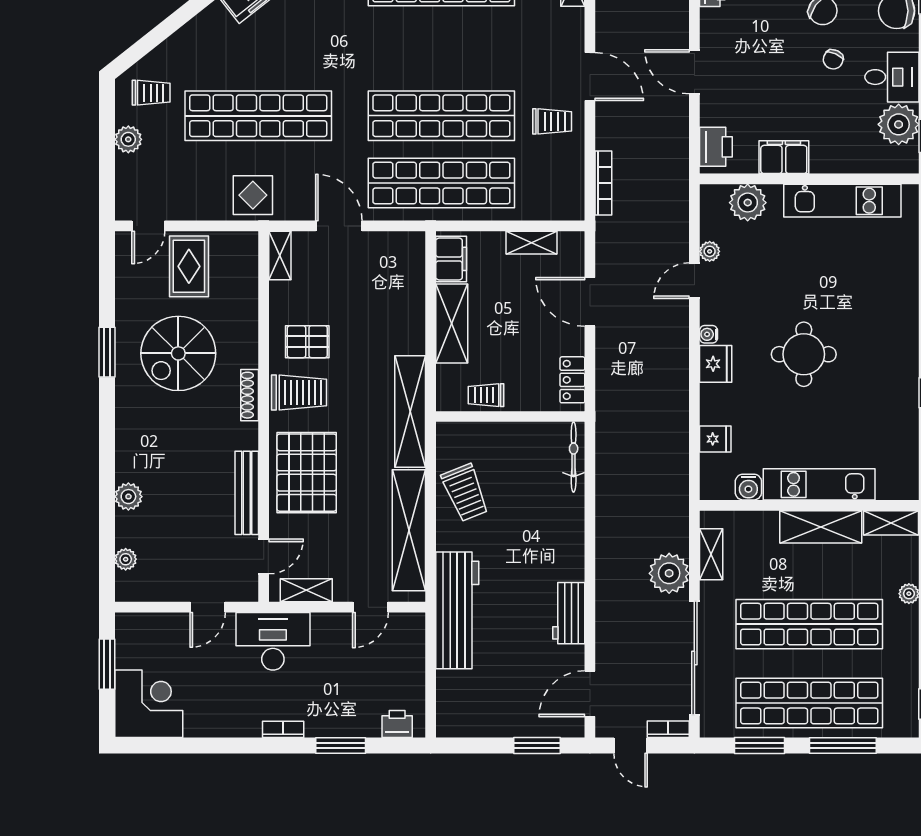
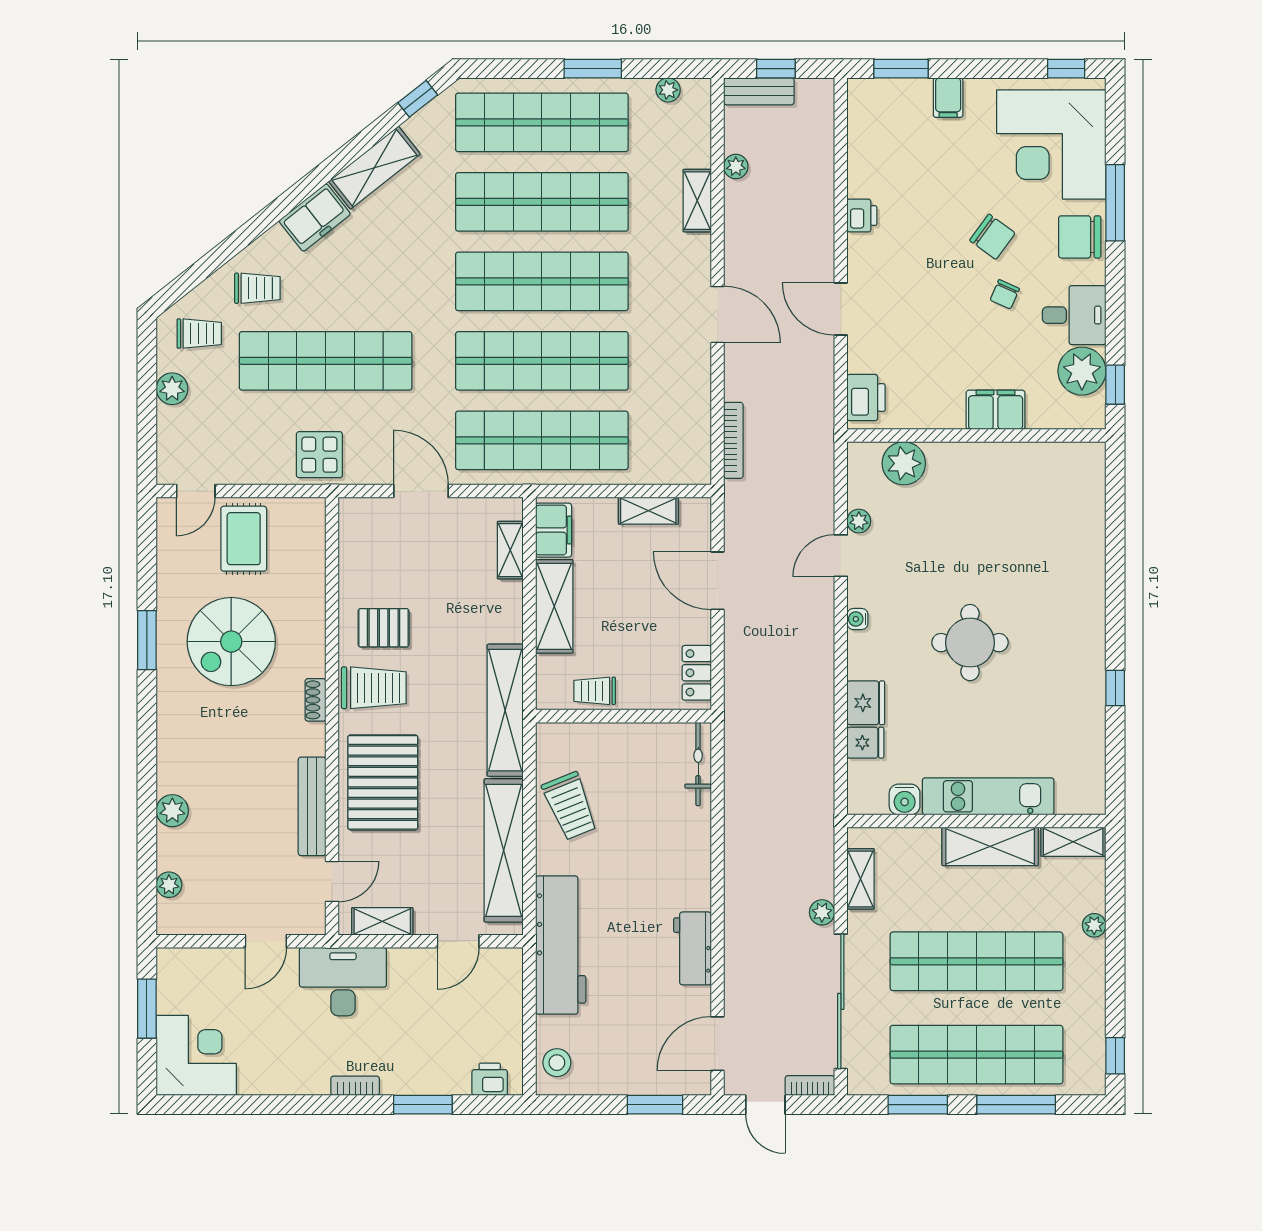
shop shelf: (441, 48) -> (542, 281), added
trolley: (552, 121) -> (257, 288), moved
filing cabinet: (784, 157) -> (996, 410), moved
kitchen unit: (842, 201) -> (1016, 461), removed
shelving: (280, 256) -> (510, 550), moved
fridge: (716, 364) -> (866, 703), moved
shoe rack: (250, 395) -> (315, 700), width x0.70
plant: (669, 573) -> (822, 912), width x0.53, depth x0.53
stool: (454, 710) -> (557, 1063), added

